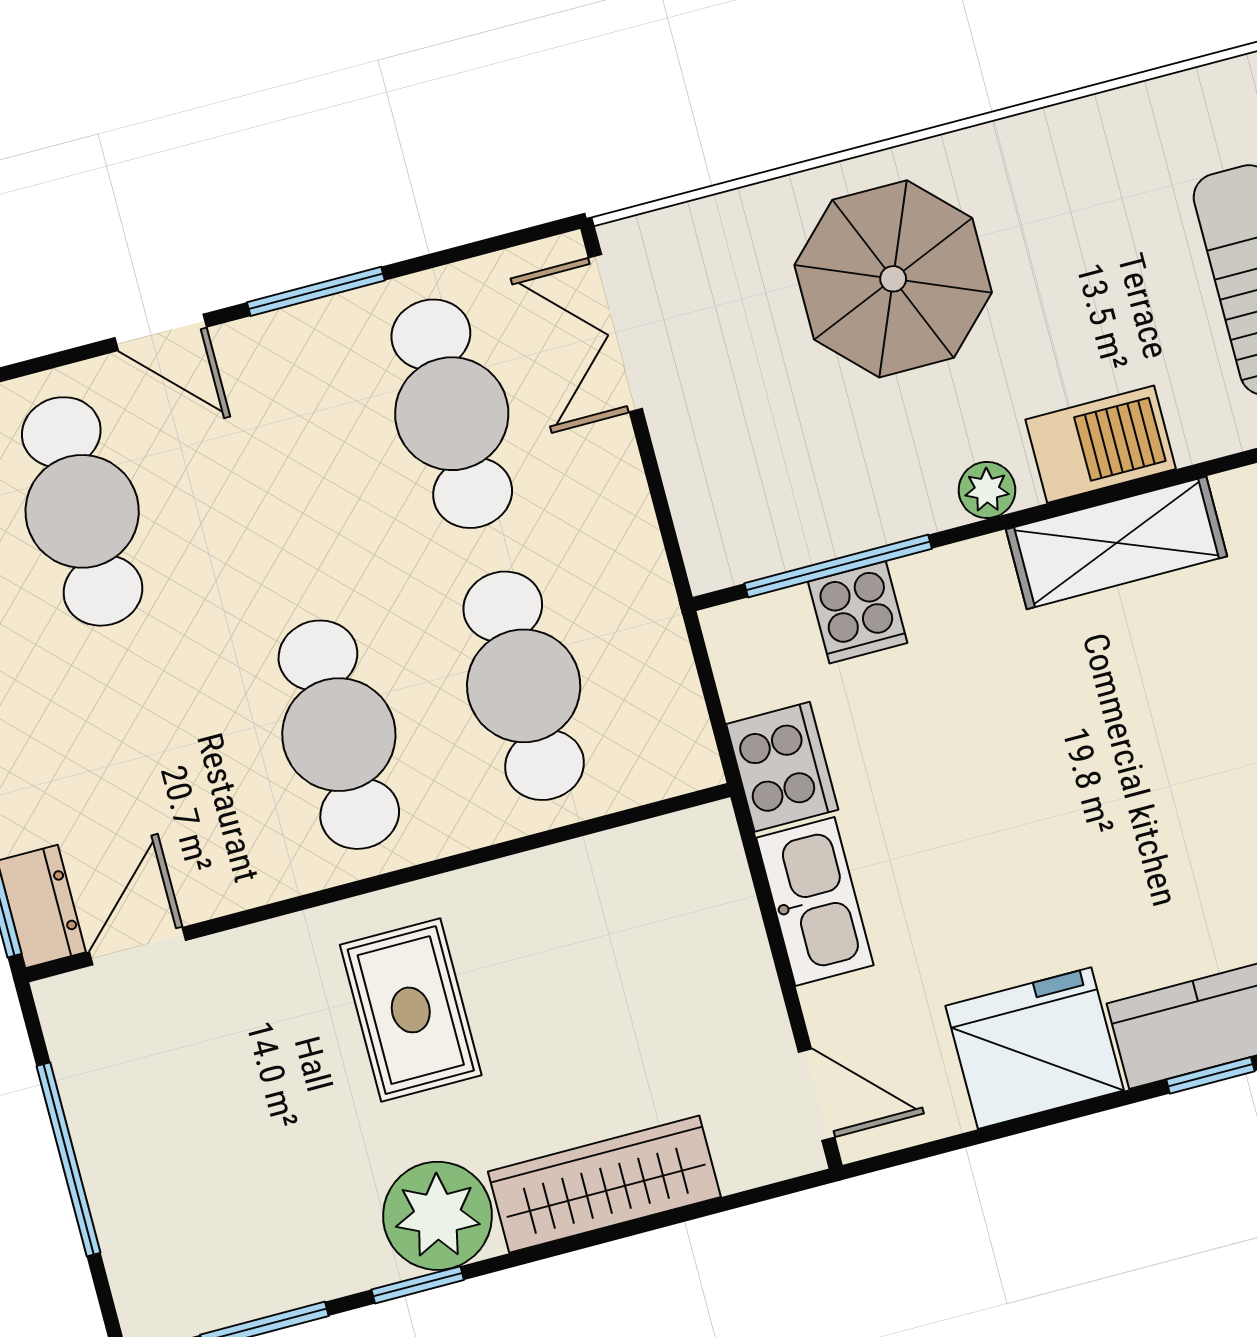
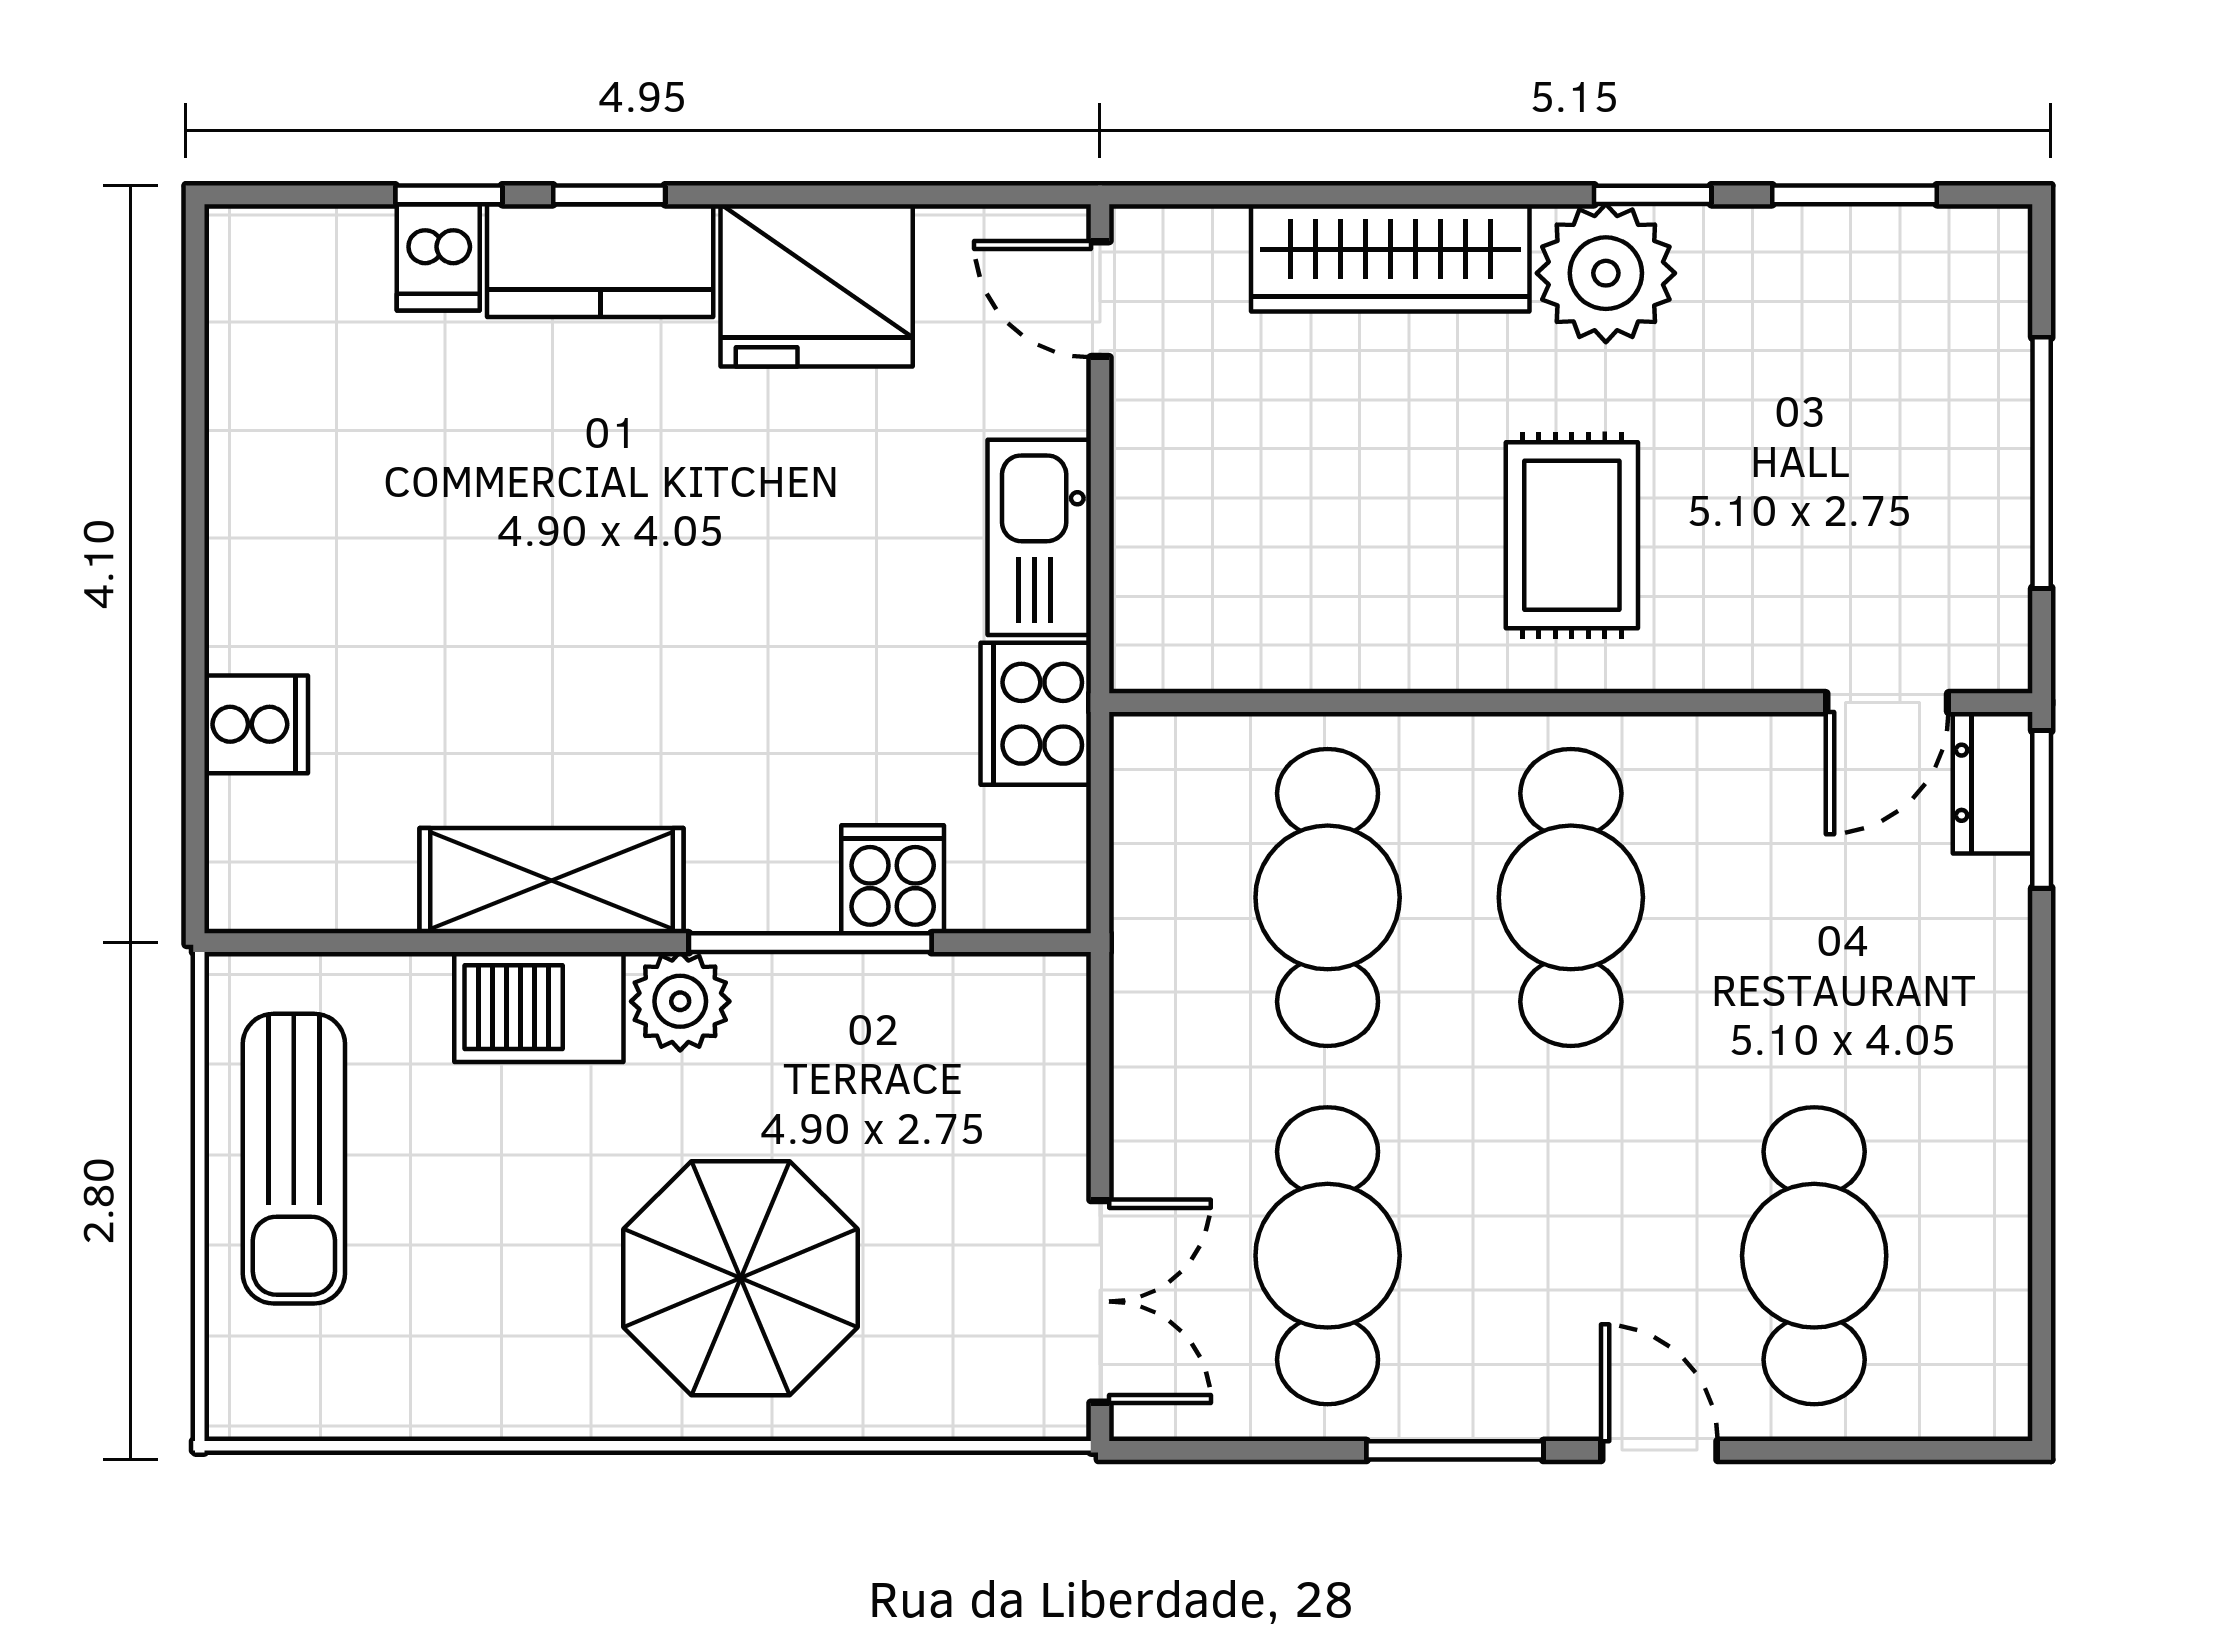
plant: (987, 490) -> (680, 1001), width x1.38, depth x1.38
window: (838, 566) -> (810, 943), moved

